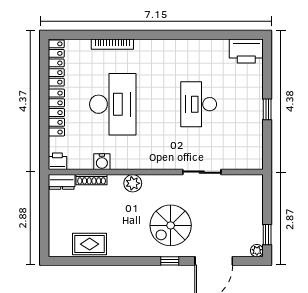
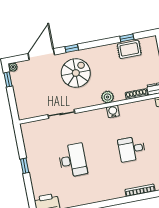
desk: (113, 104) -> (132, 149), width x0.53, depth x0.77
water cooler: (102, 162) -> (113, 111), moved
window: (90, 261) -> (127, 38), added

